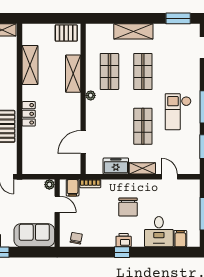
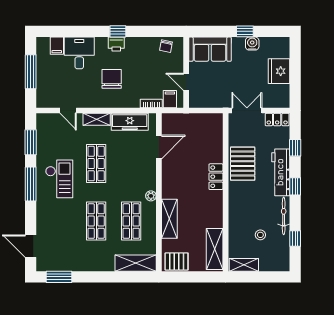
shelving: (133, 31) -> (136, 263), moved
shelving: (30, 65) -> (215, 249), moved
freezer: (116, 166) -> (130, 122), width x1.40
plant: (49, 185) -> (194, 102), removed

